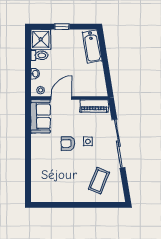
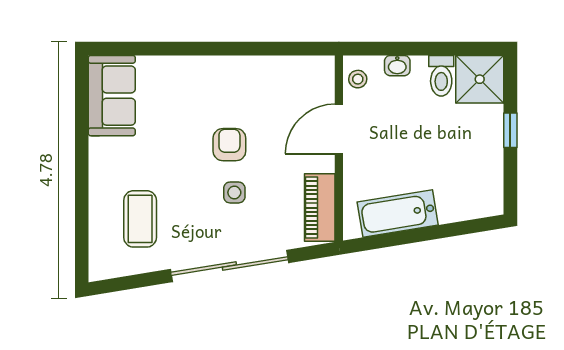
bathtub: (92, 46) -> (398, 214), moved
door: (61, 98) -> (339, 129), swing flipped
sofa: (40, 116) -> (112, 96), moved, turned -90
coffee table: (99, 181) -> (140, 219), turned 68

